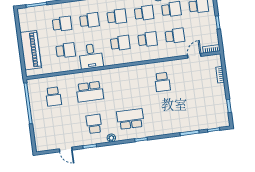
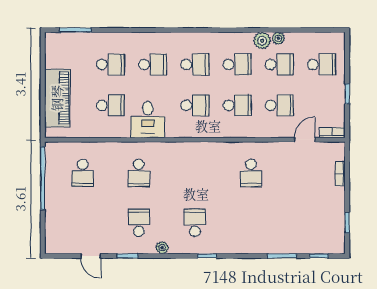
school desk: (90, 92) -> (139, 173), width x0.54
school desk: (130, 119) -> (195, 223), width x0.54

